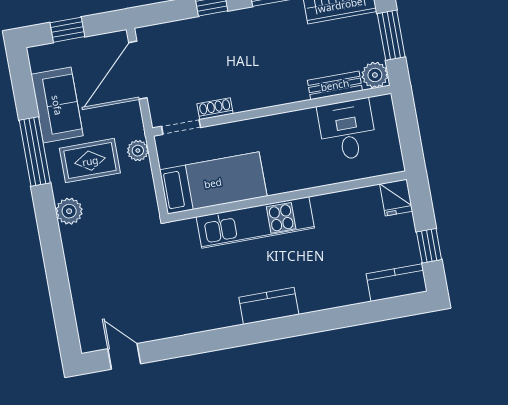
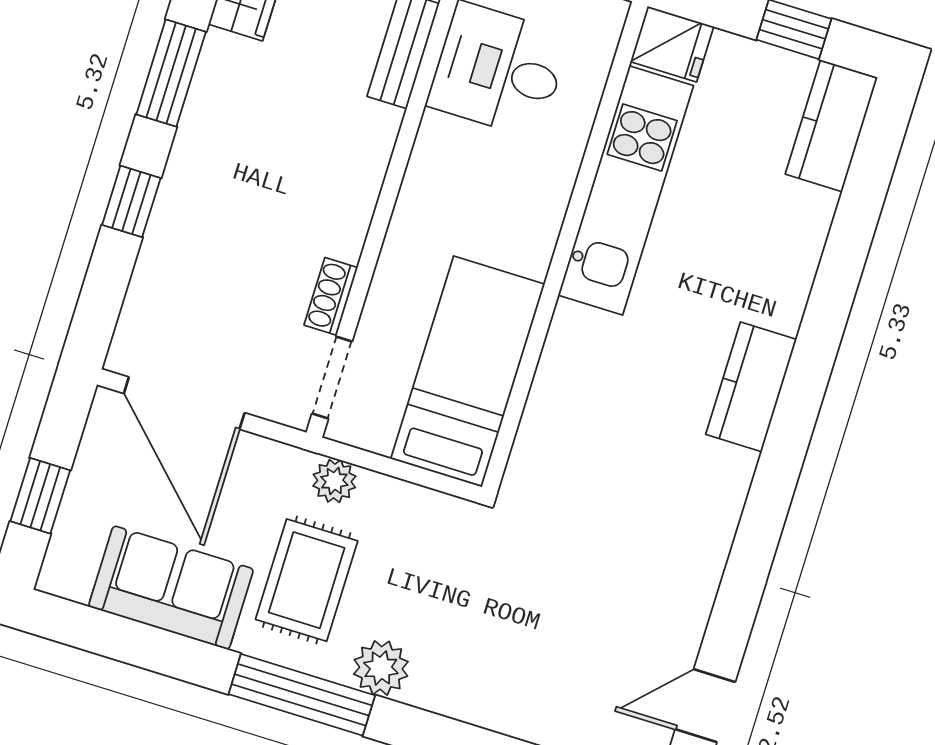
window: (35, 152) -> (302, 695), moved
kitchen unit: (255, 222) -> (626, 190), moved

